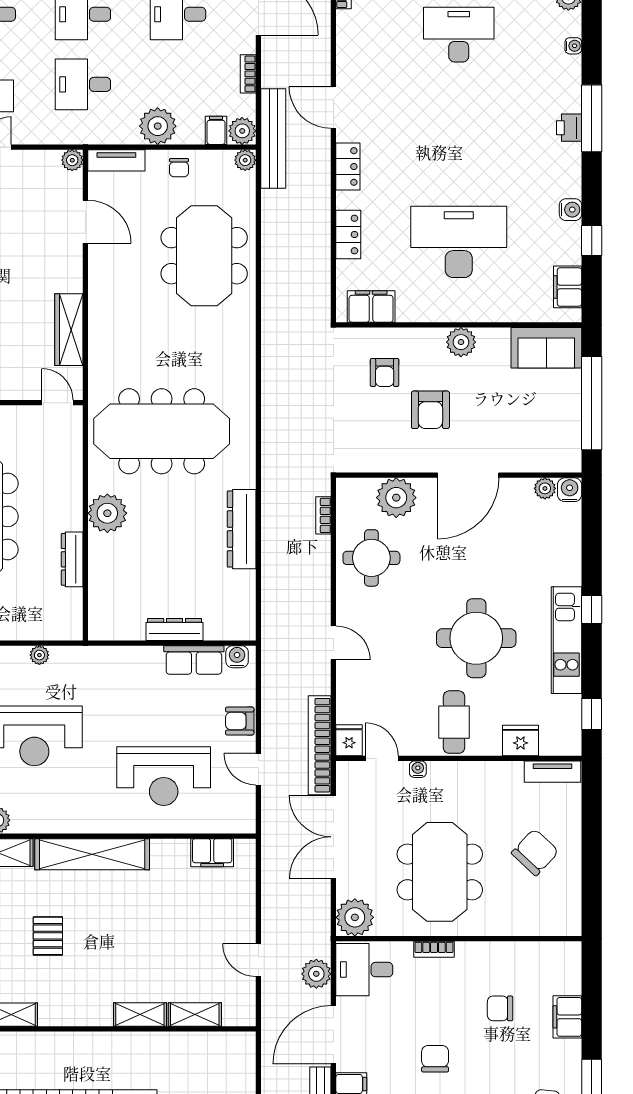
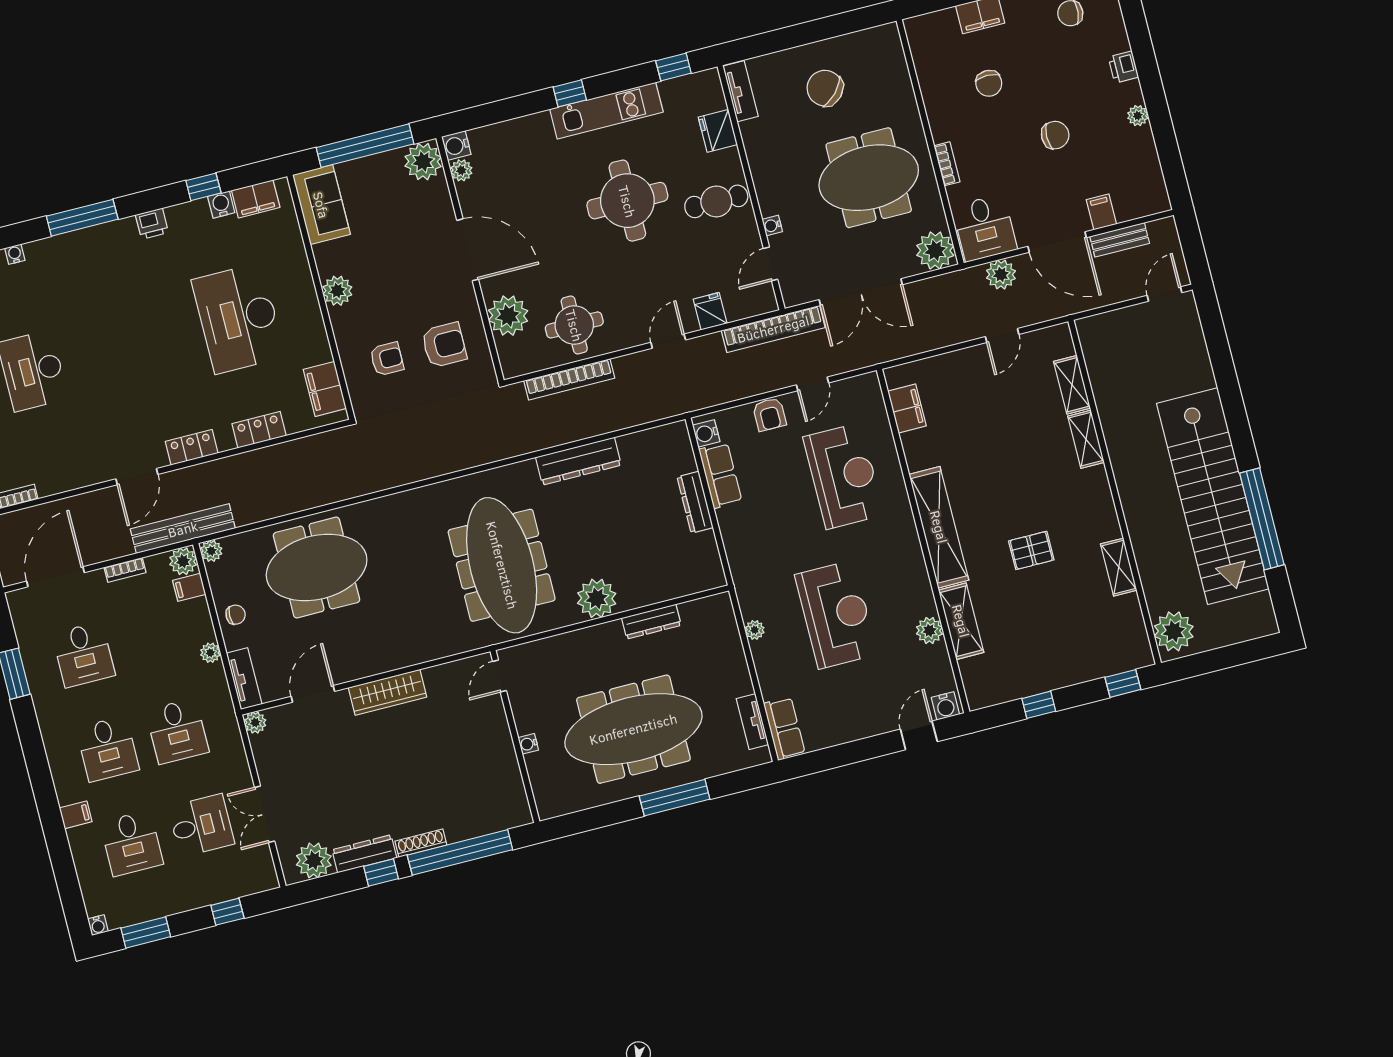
plant: (158, 126) -> (210, 653), width x0.53, depth x0.53
printer: (569, 128) -> (152, 224), moved
water cooler: (570, 210) -> (221, 205), moved
wardrobe: (69, 330) -> (387, 692), moved
armchair: (430, 410) -> (444, 345), moved
plant: (562, 454) -> (423, 162), added
bookcase: (323, 515) -> (569, 379), width x2.31, depth x1.31
fridge: (349, 740) -> (710, 311), moved, turned 90
chair: (435, 1059) -> (1055, 135), turned 180

